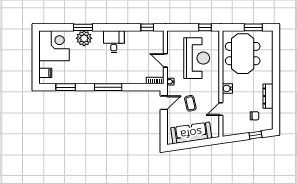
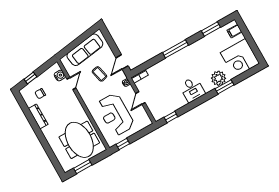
door: (165, 60) -> (140, 98), swing flipped
water cooler: (227, 88) -> (60, 75), moved

